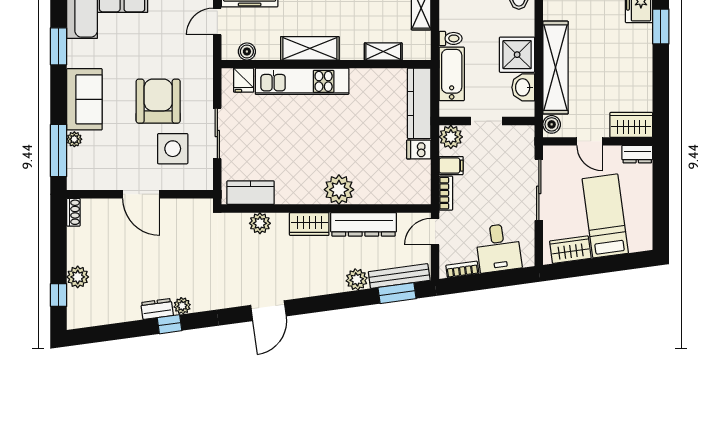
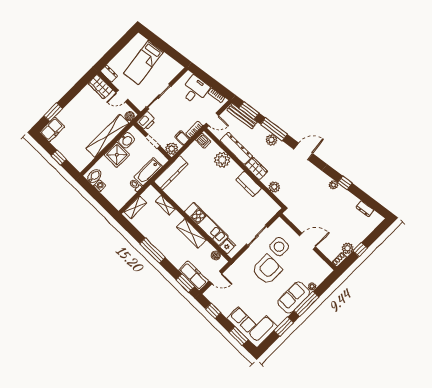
armchair: (158, 101) -> (267, 270), turned 180
printer: (522, 140) -> (146, 121), added
door: (590, 141) -> (122, 96), swing flipped
window: (59, 150) -> (306, 304), moved
dishwasher: (419, 150) -> (203, 141), moved
plant: (339, 190) -> (222, 160), moved
kitchen counter: (251, 193) -> (249, 184), moved
door: (141, 194) -> (308, 241), hinge flipped
wardrobe: (570, 250) -> (169, 63), removed
plant: (78, 277) -> (347, 248), moved
plant: (357, 279) -> (272, 140), moved
window: (59, 295) -> (360, 250), moved
window: (338, 301) -> (274, 129), added
dresser: (157, 309) -> (365, 209), moved

